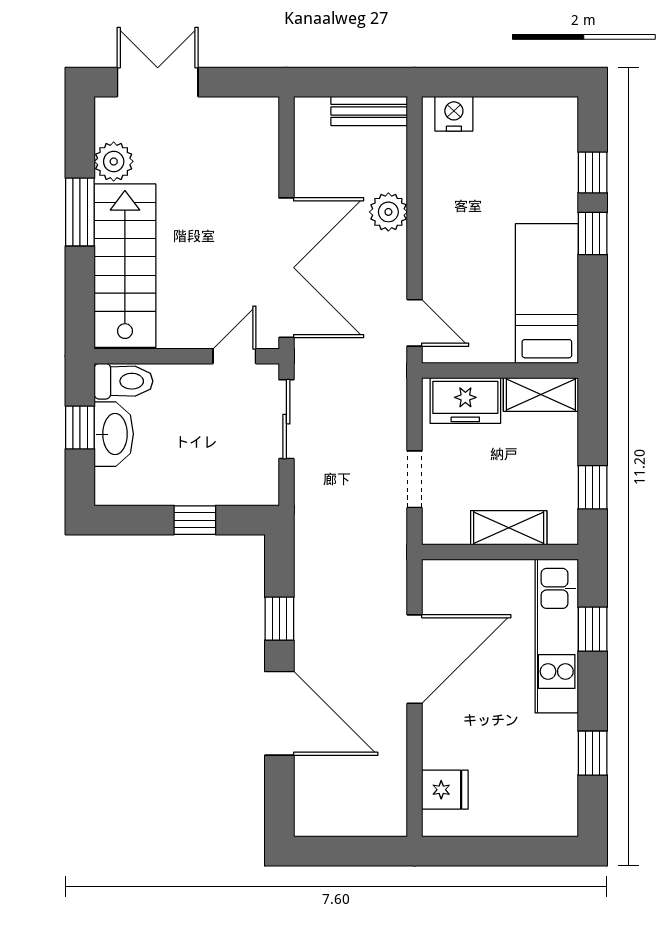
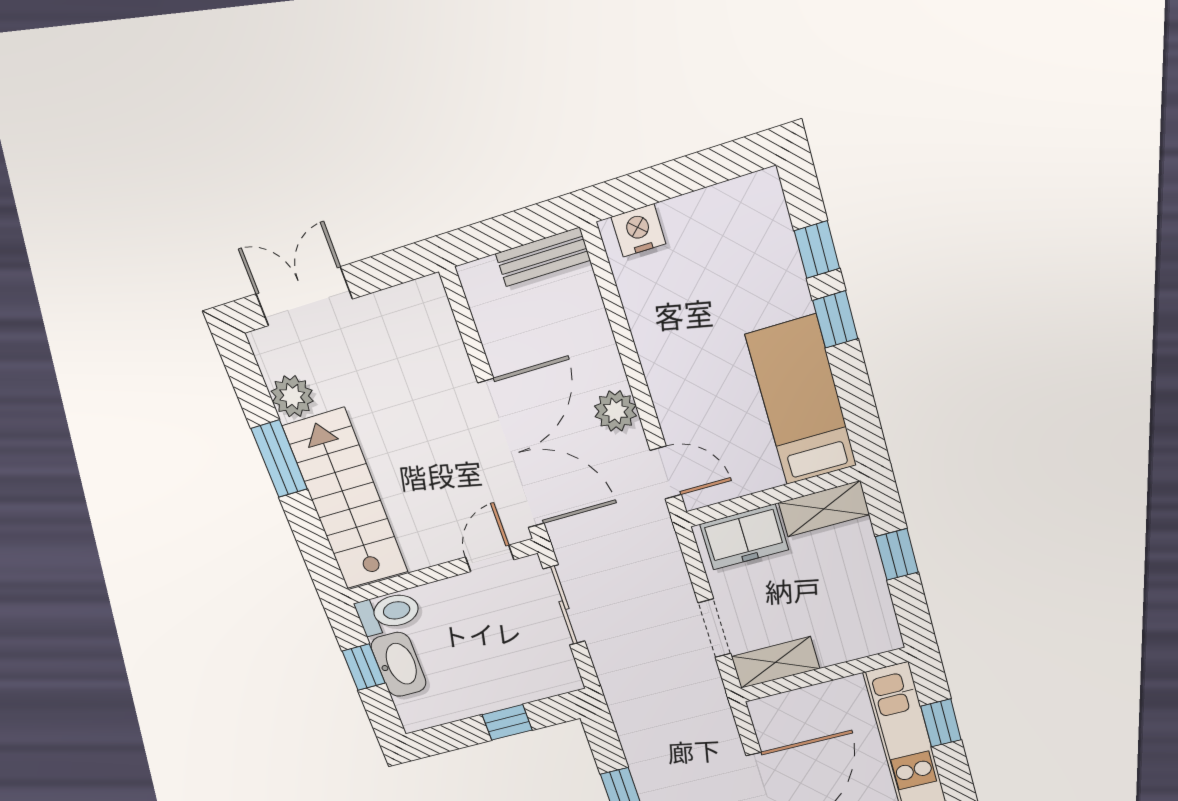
plant: (388, 212) -> (616, 411), moved
window: (593, 487) -> (897, 554), moved
shelving: (509, 528) -> (775, 662), moved

